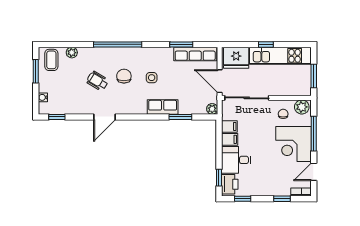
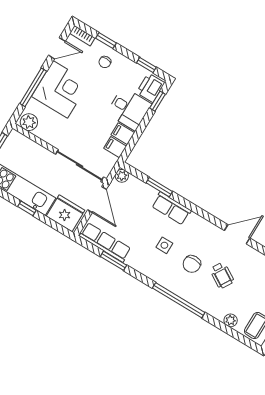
chair: (283, 114) -> (105, 62), moved

